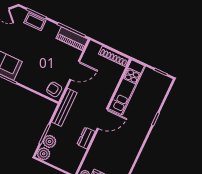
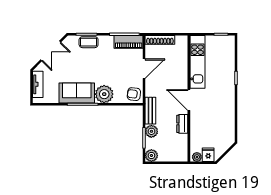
shoe rack: (114, 56) -> (160, 40), moved
plant: (27, 77) -> (104, 94), added
bench: (64, 107) -> (150, 111), width x0.73
door: (102, 119) -> (189, 100), swing flipped
plant: (50, 141) -> (151, 131), moved

